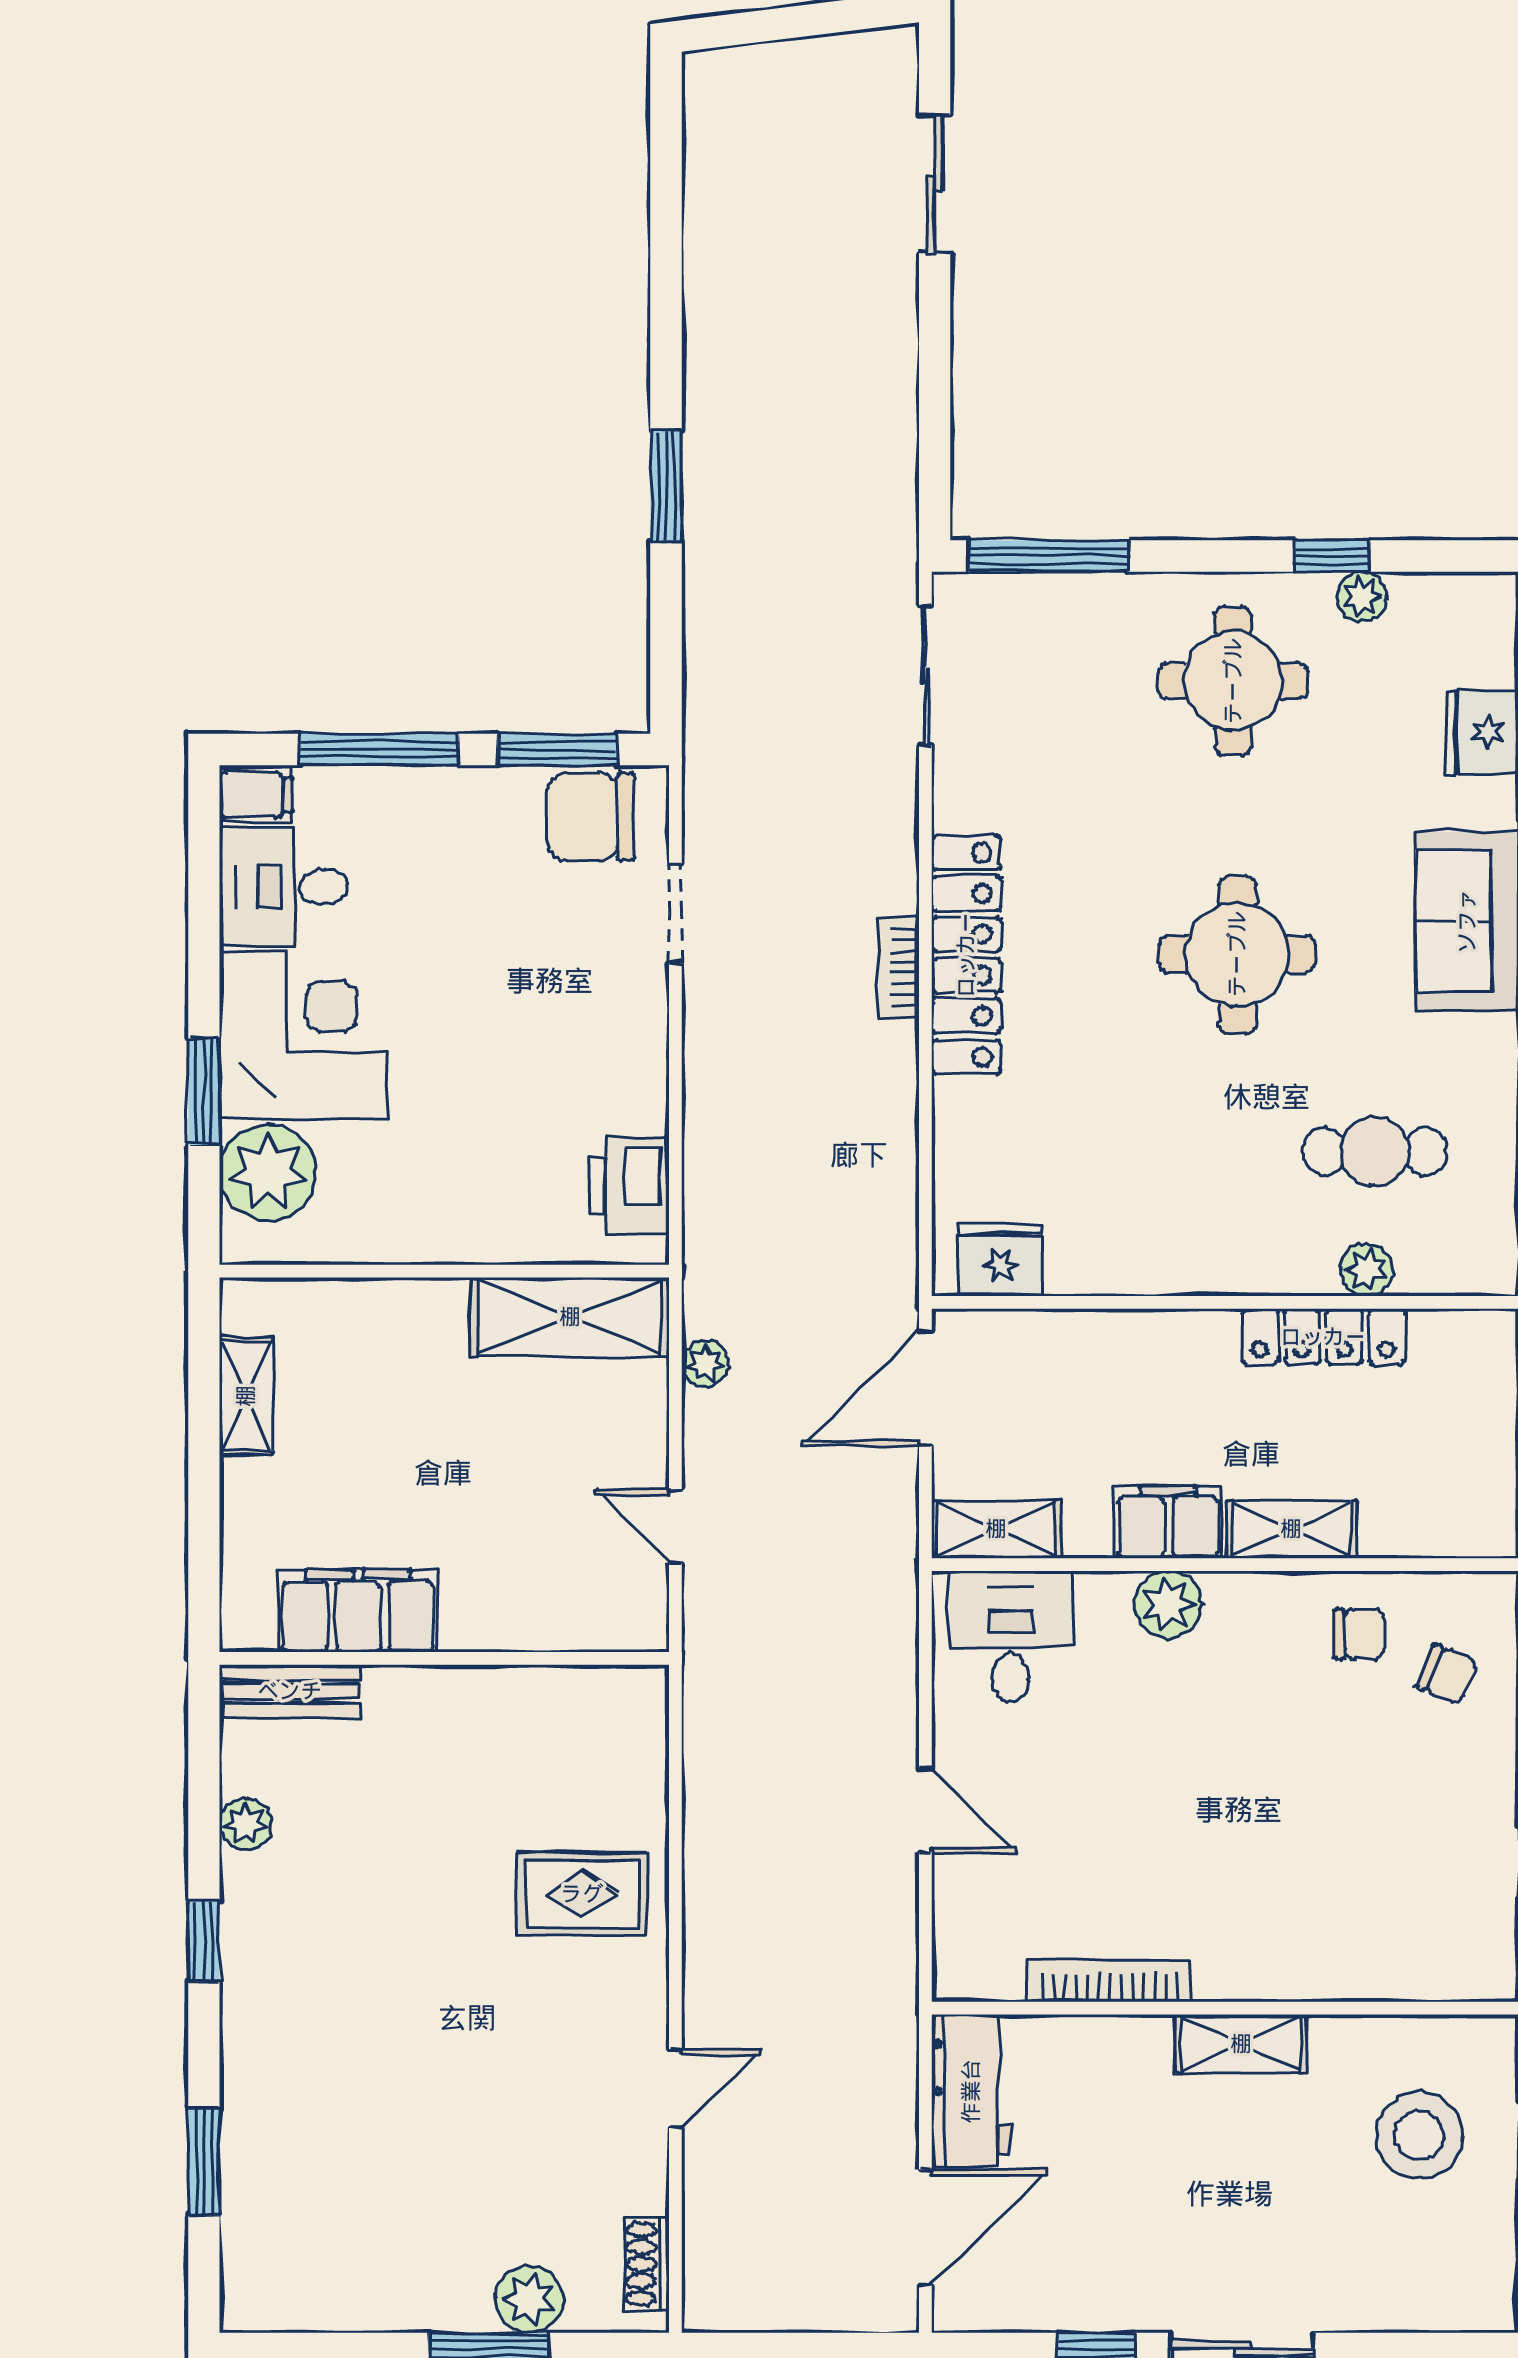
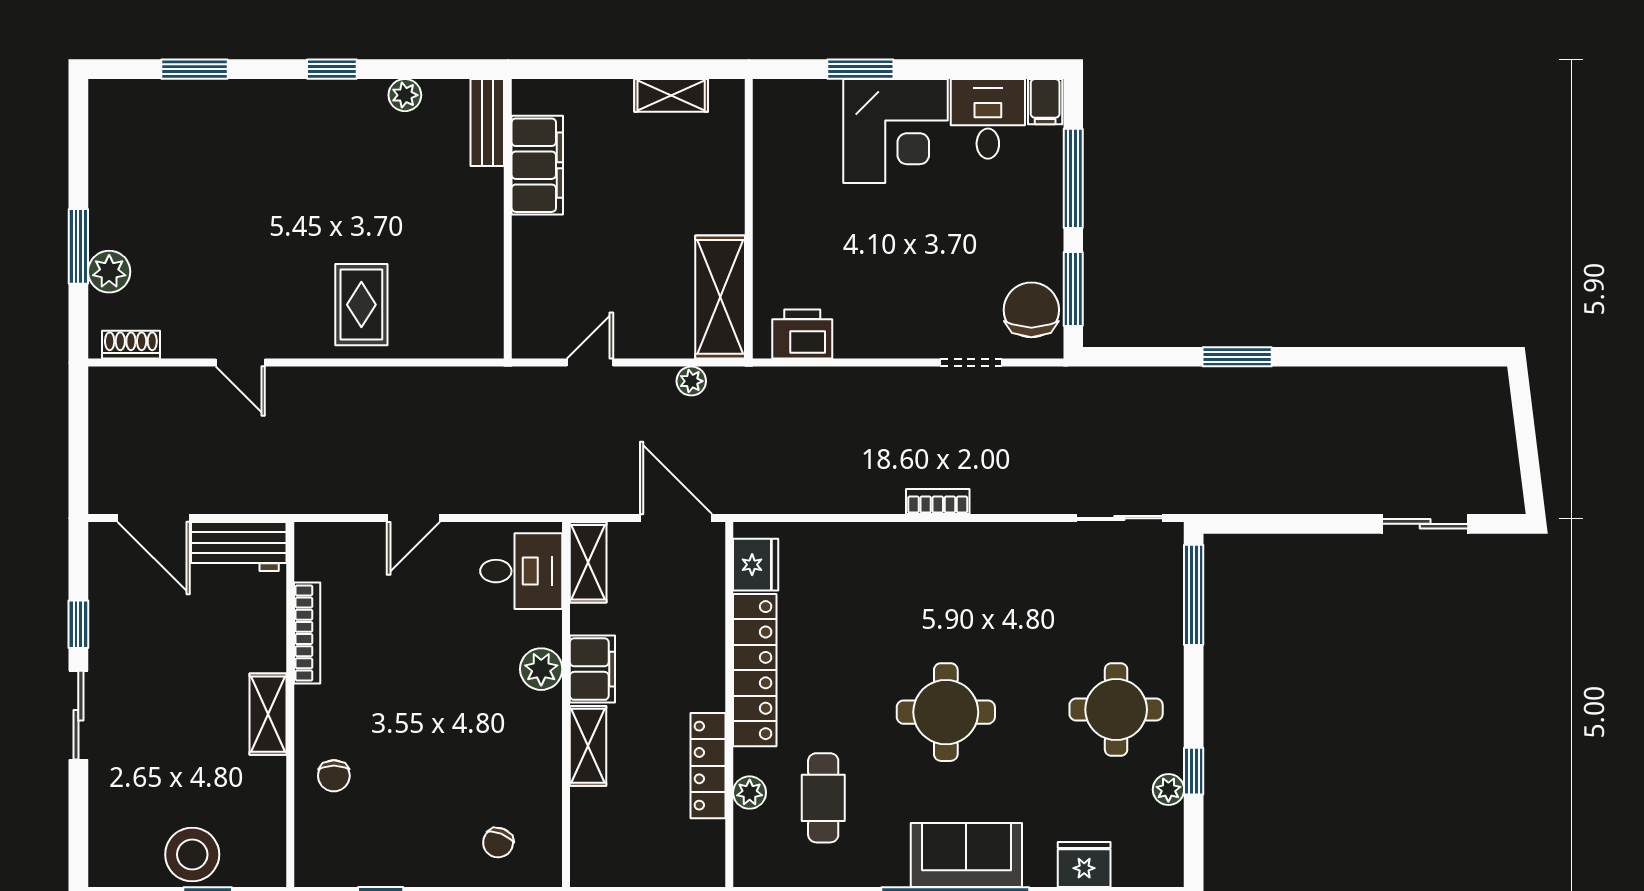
locker: (966, 955) -> (755, 670), moved, turned -90
plant: (268, 1172) -> (810, 109), removed
chair: (1359, 1634) -> (334, 776), moved
stool: (1419, 2135) -> (192, 855), moved

